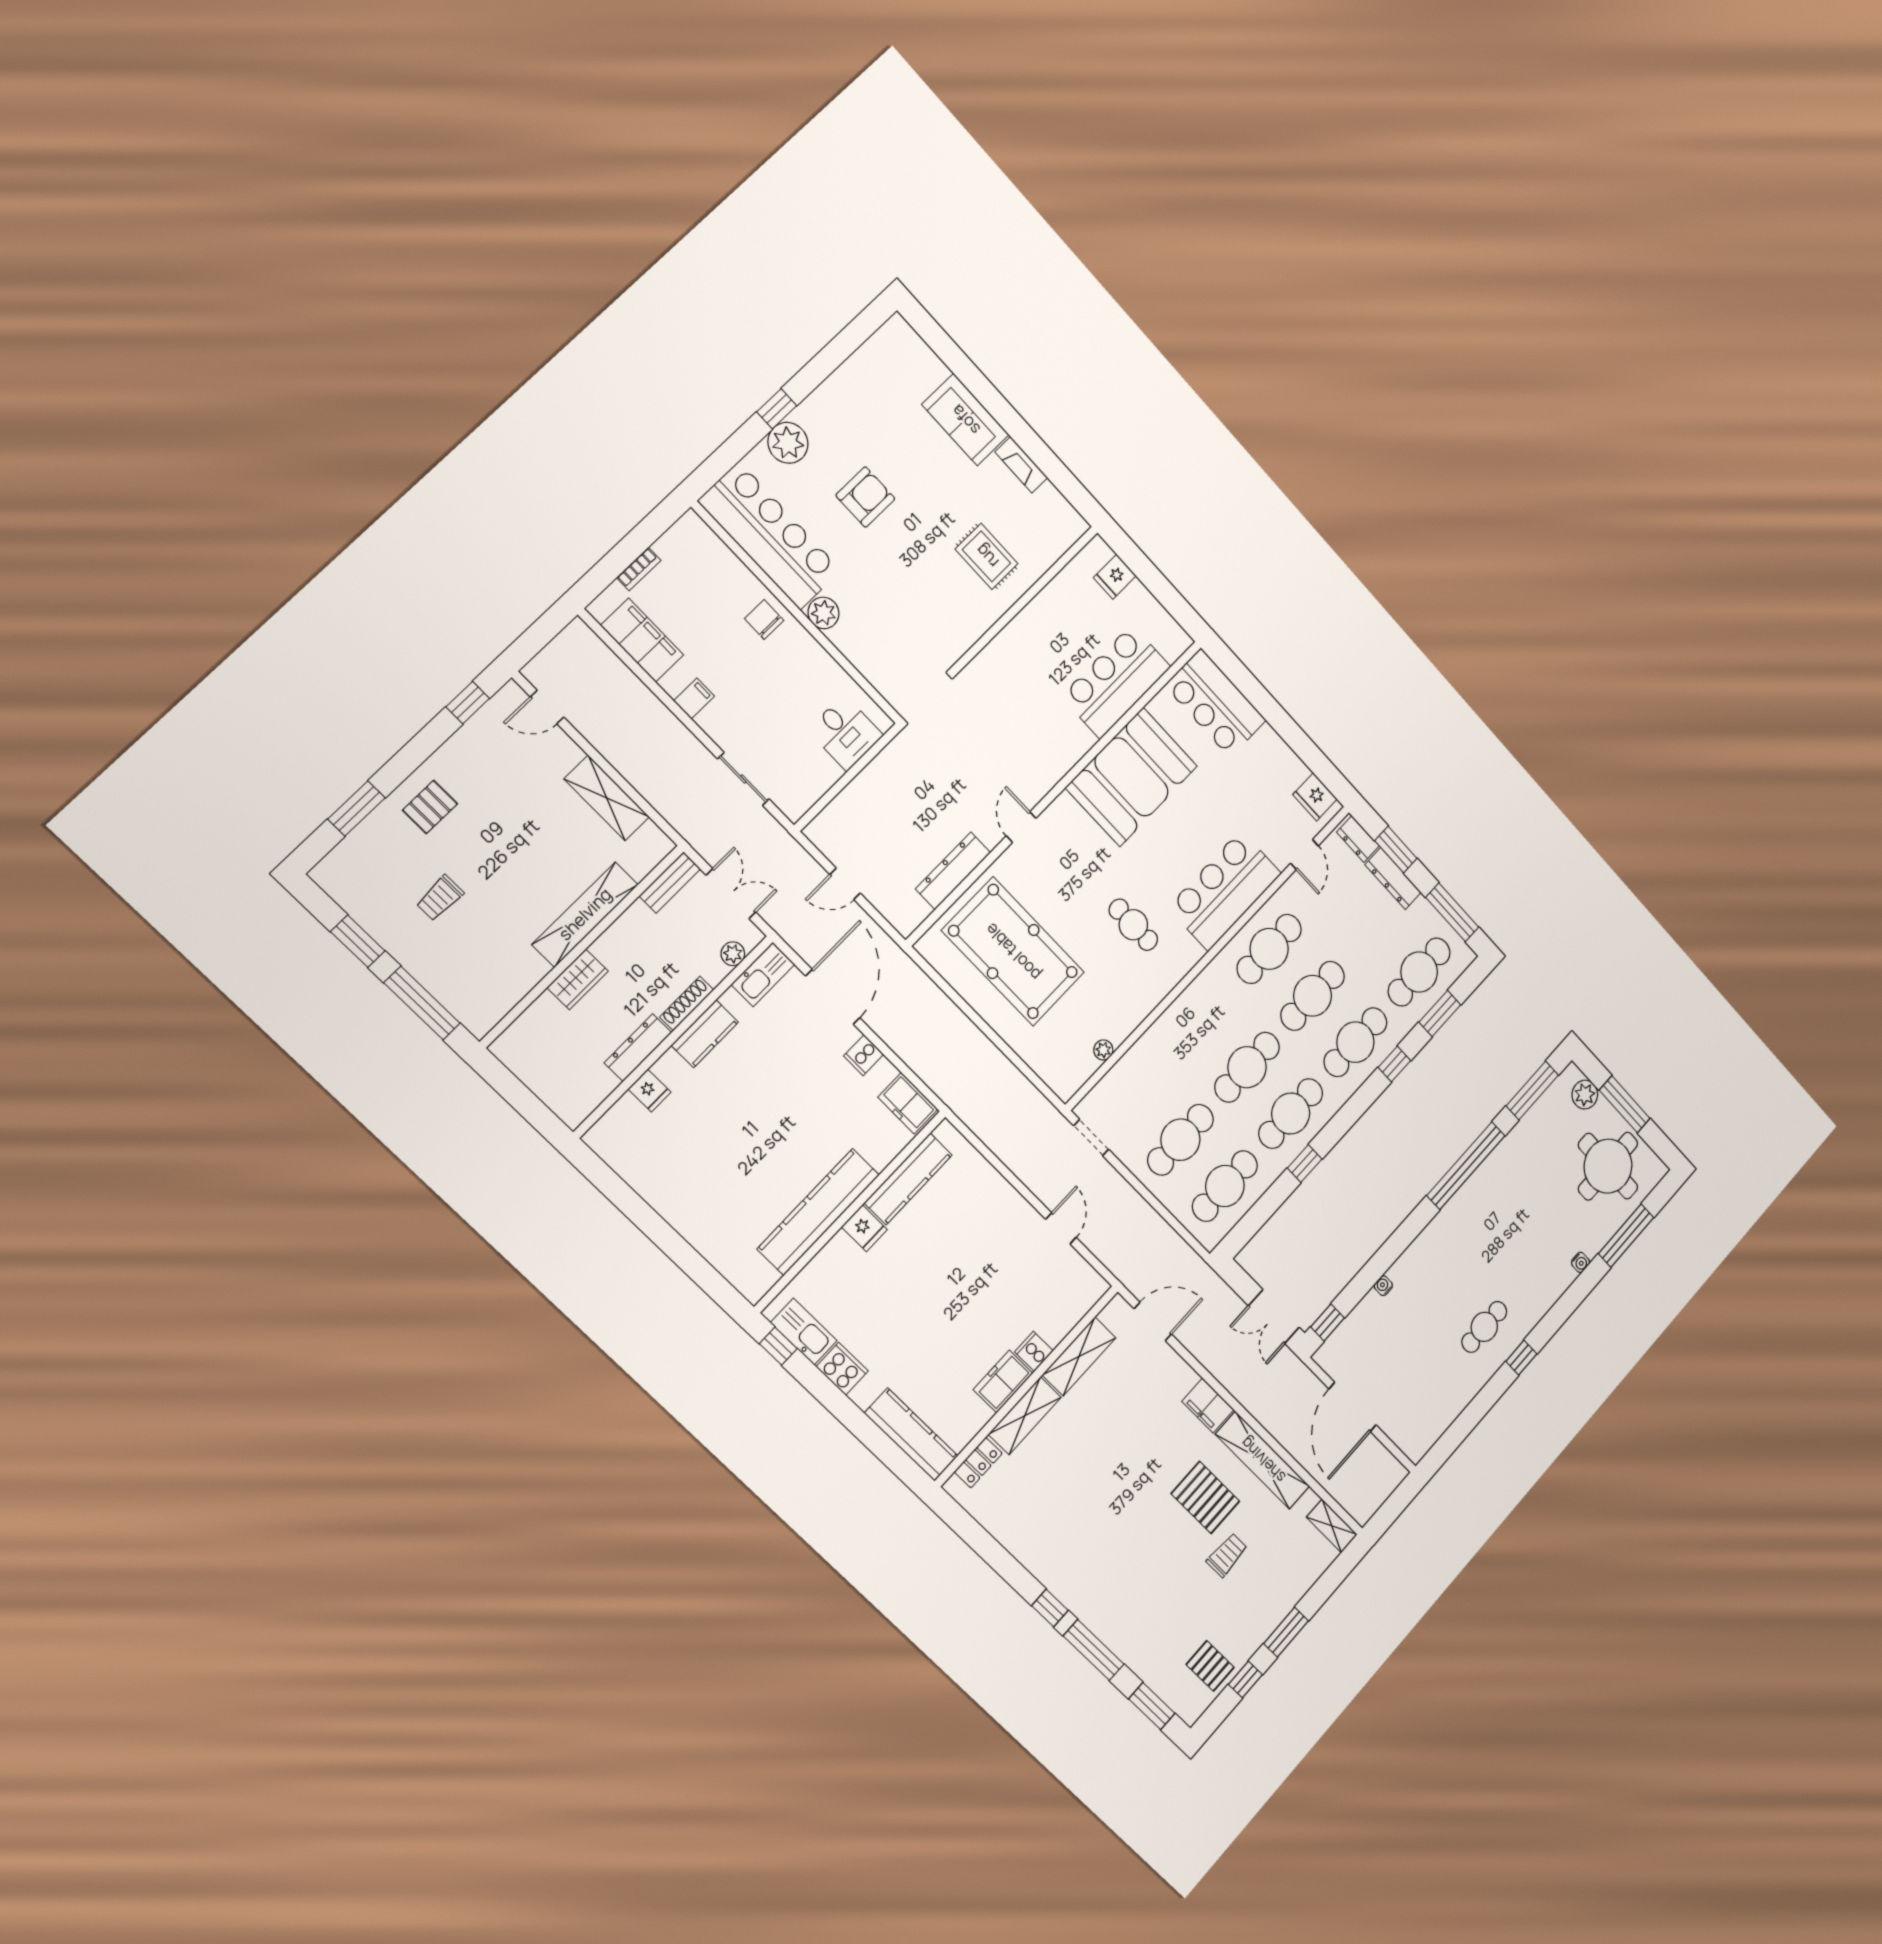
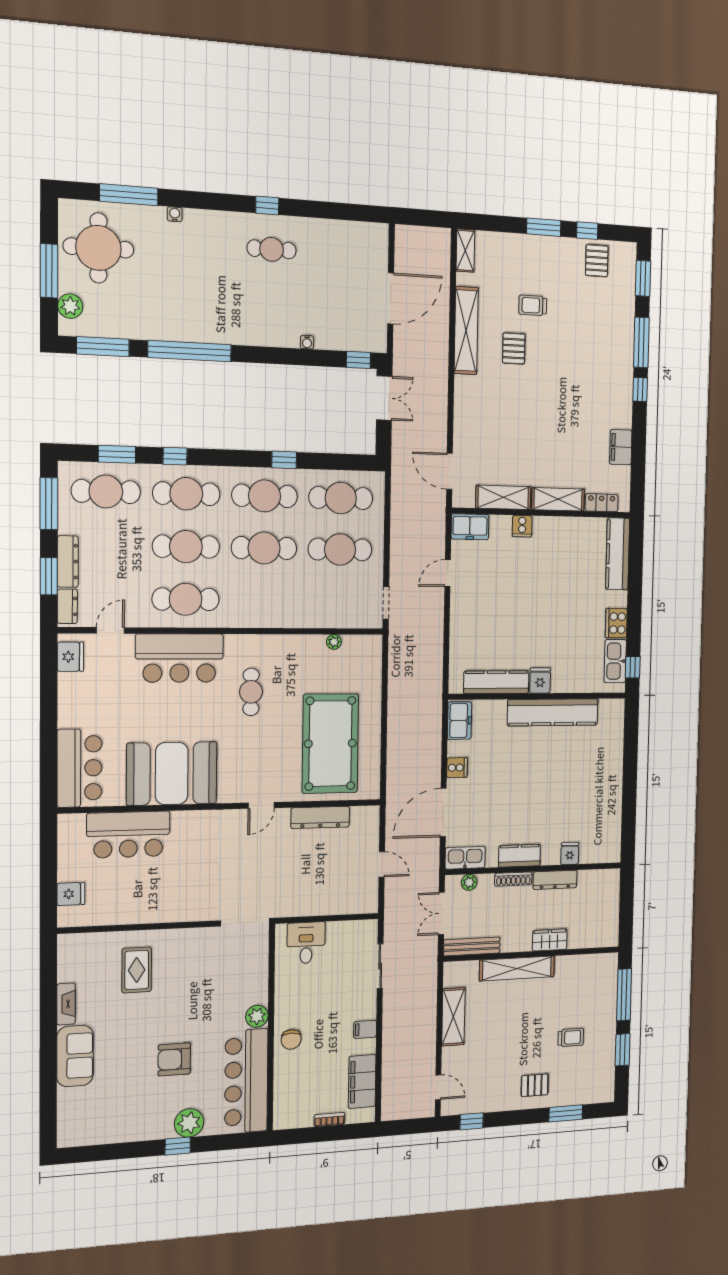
bench: (670, 882) -> (472, 946), width x1.36
freezer: (1003, 1381) -> (470, 527), moved
filing cabinet: (1208, 1405) -> (621, 447), moved, turned 180
pallet: (1205, 1497) -> (514, 348), width x0.67, depth x0.71

